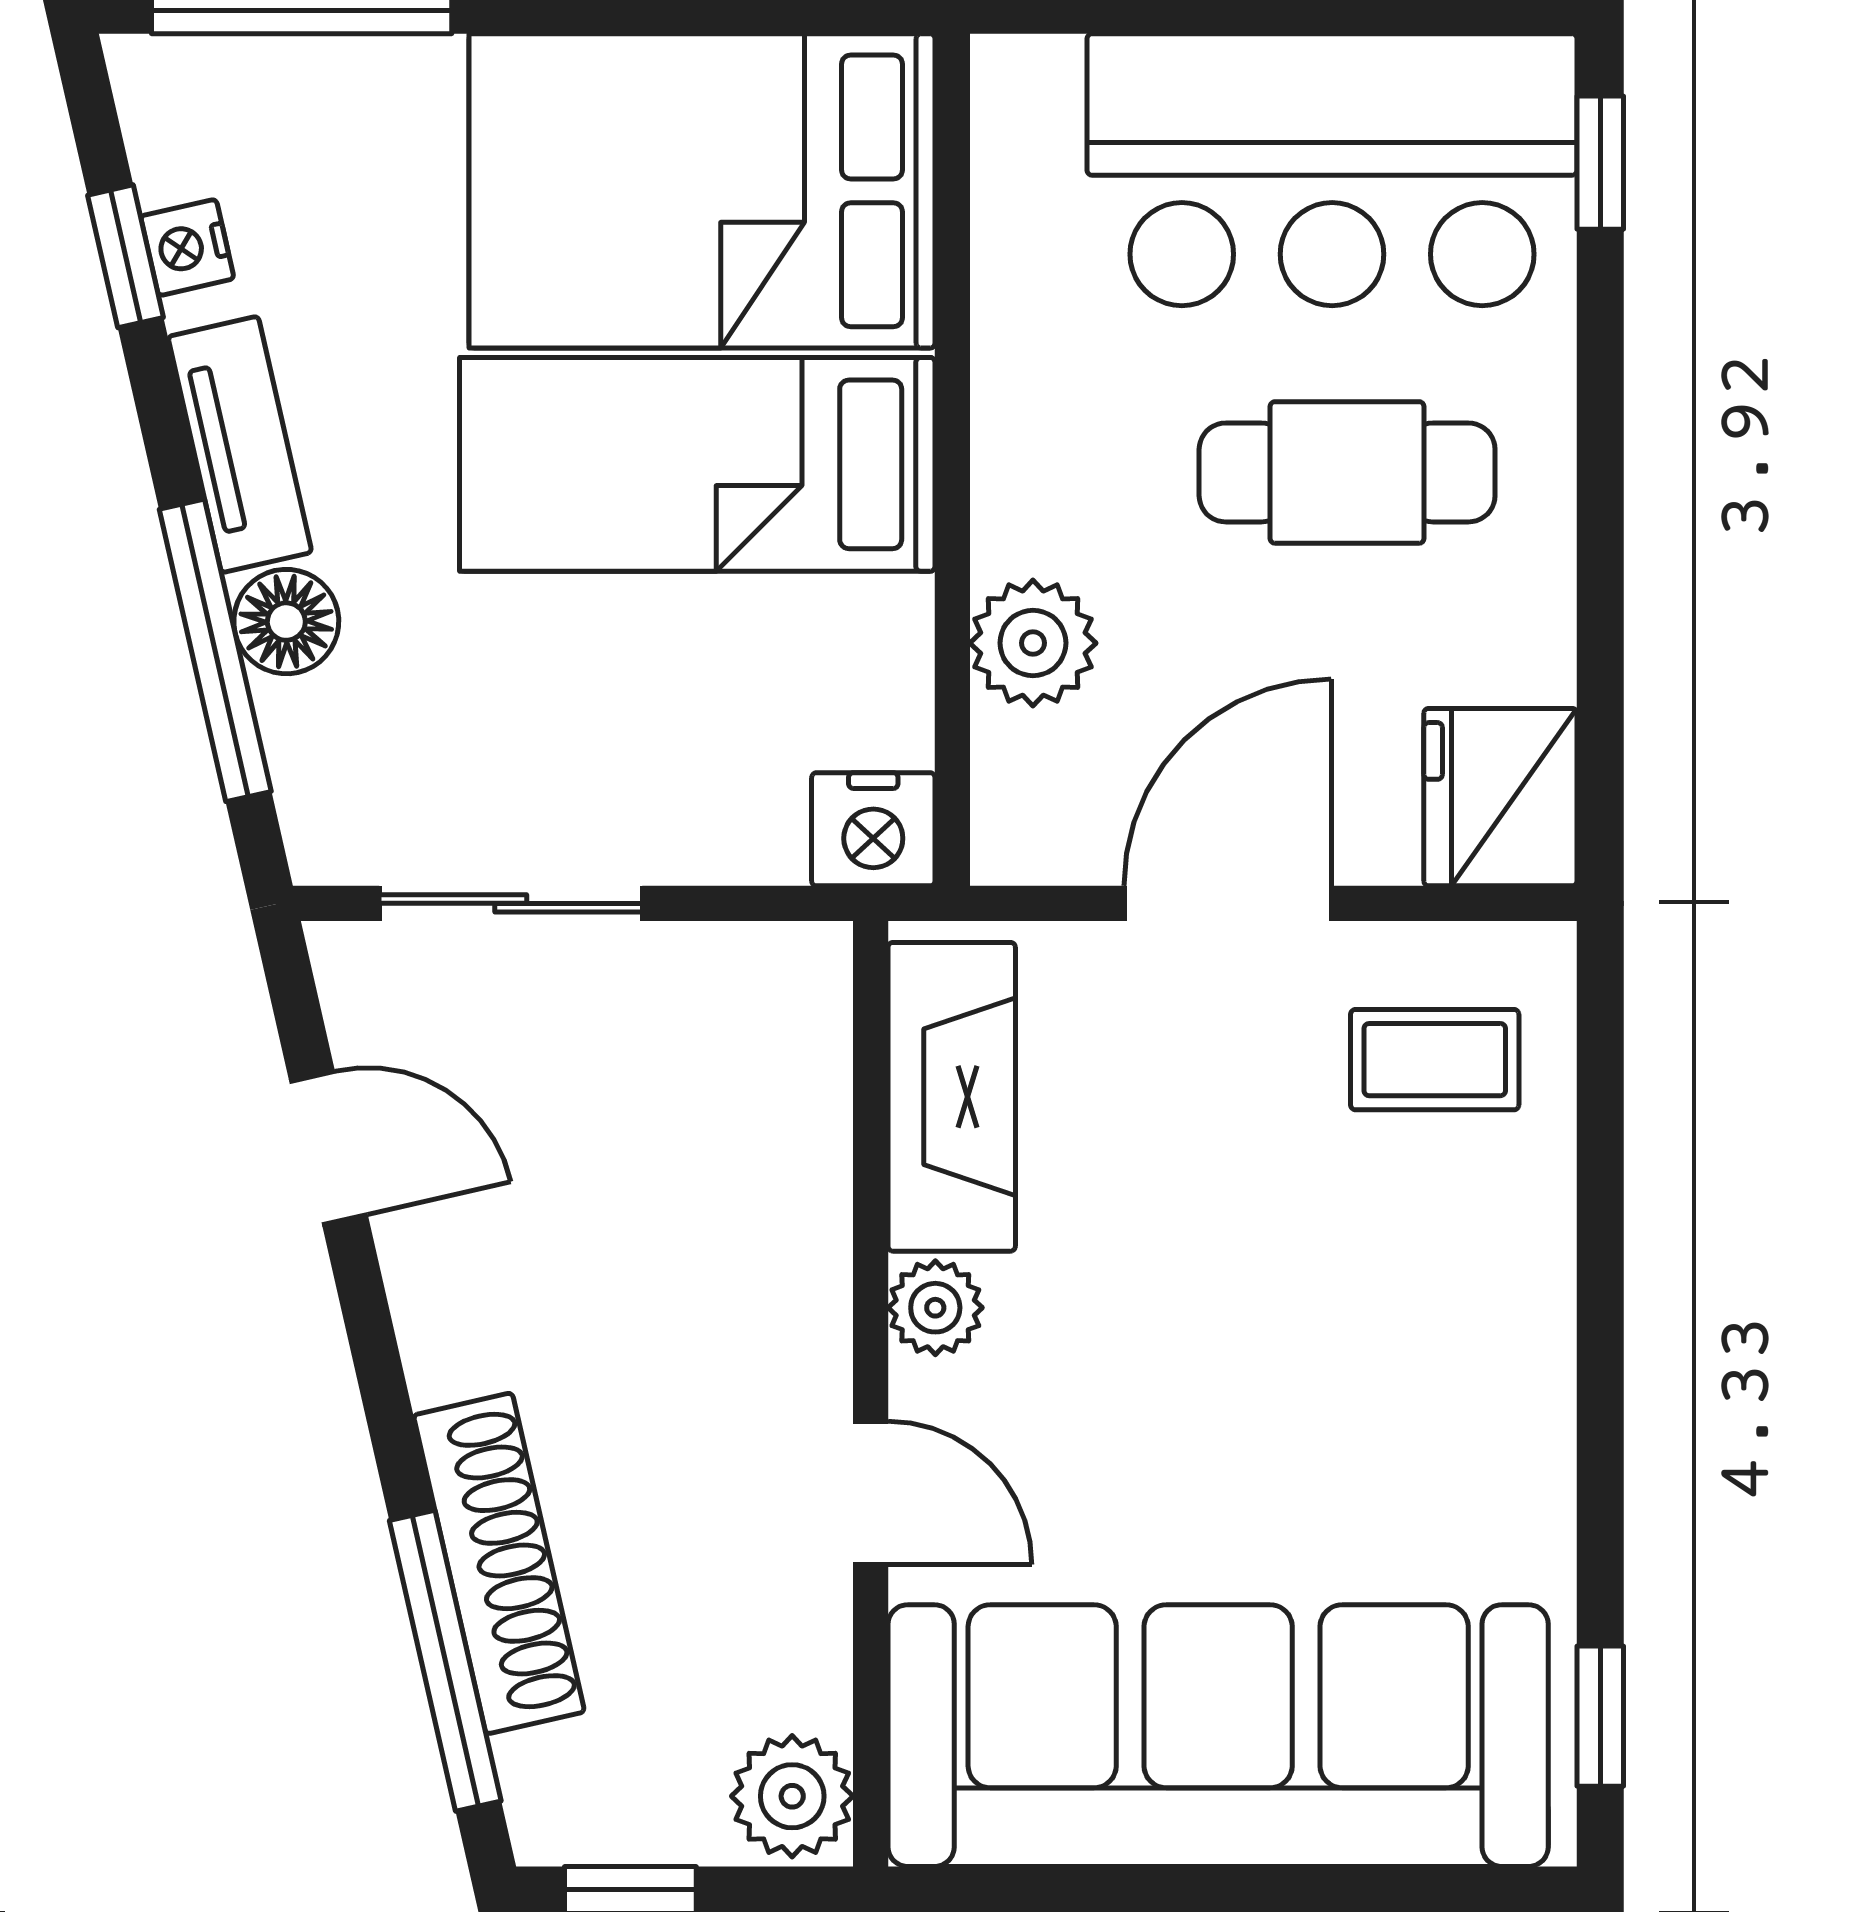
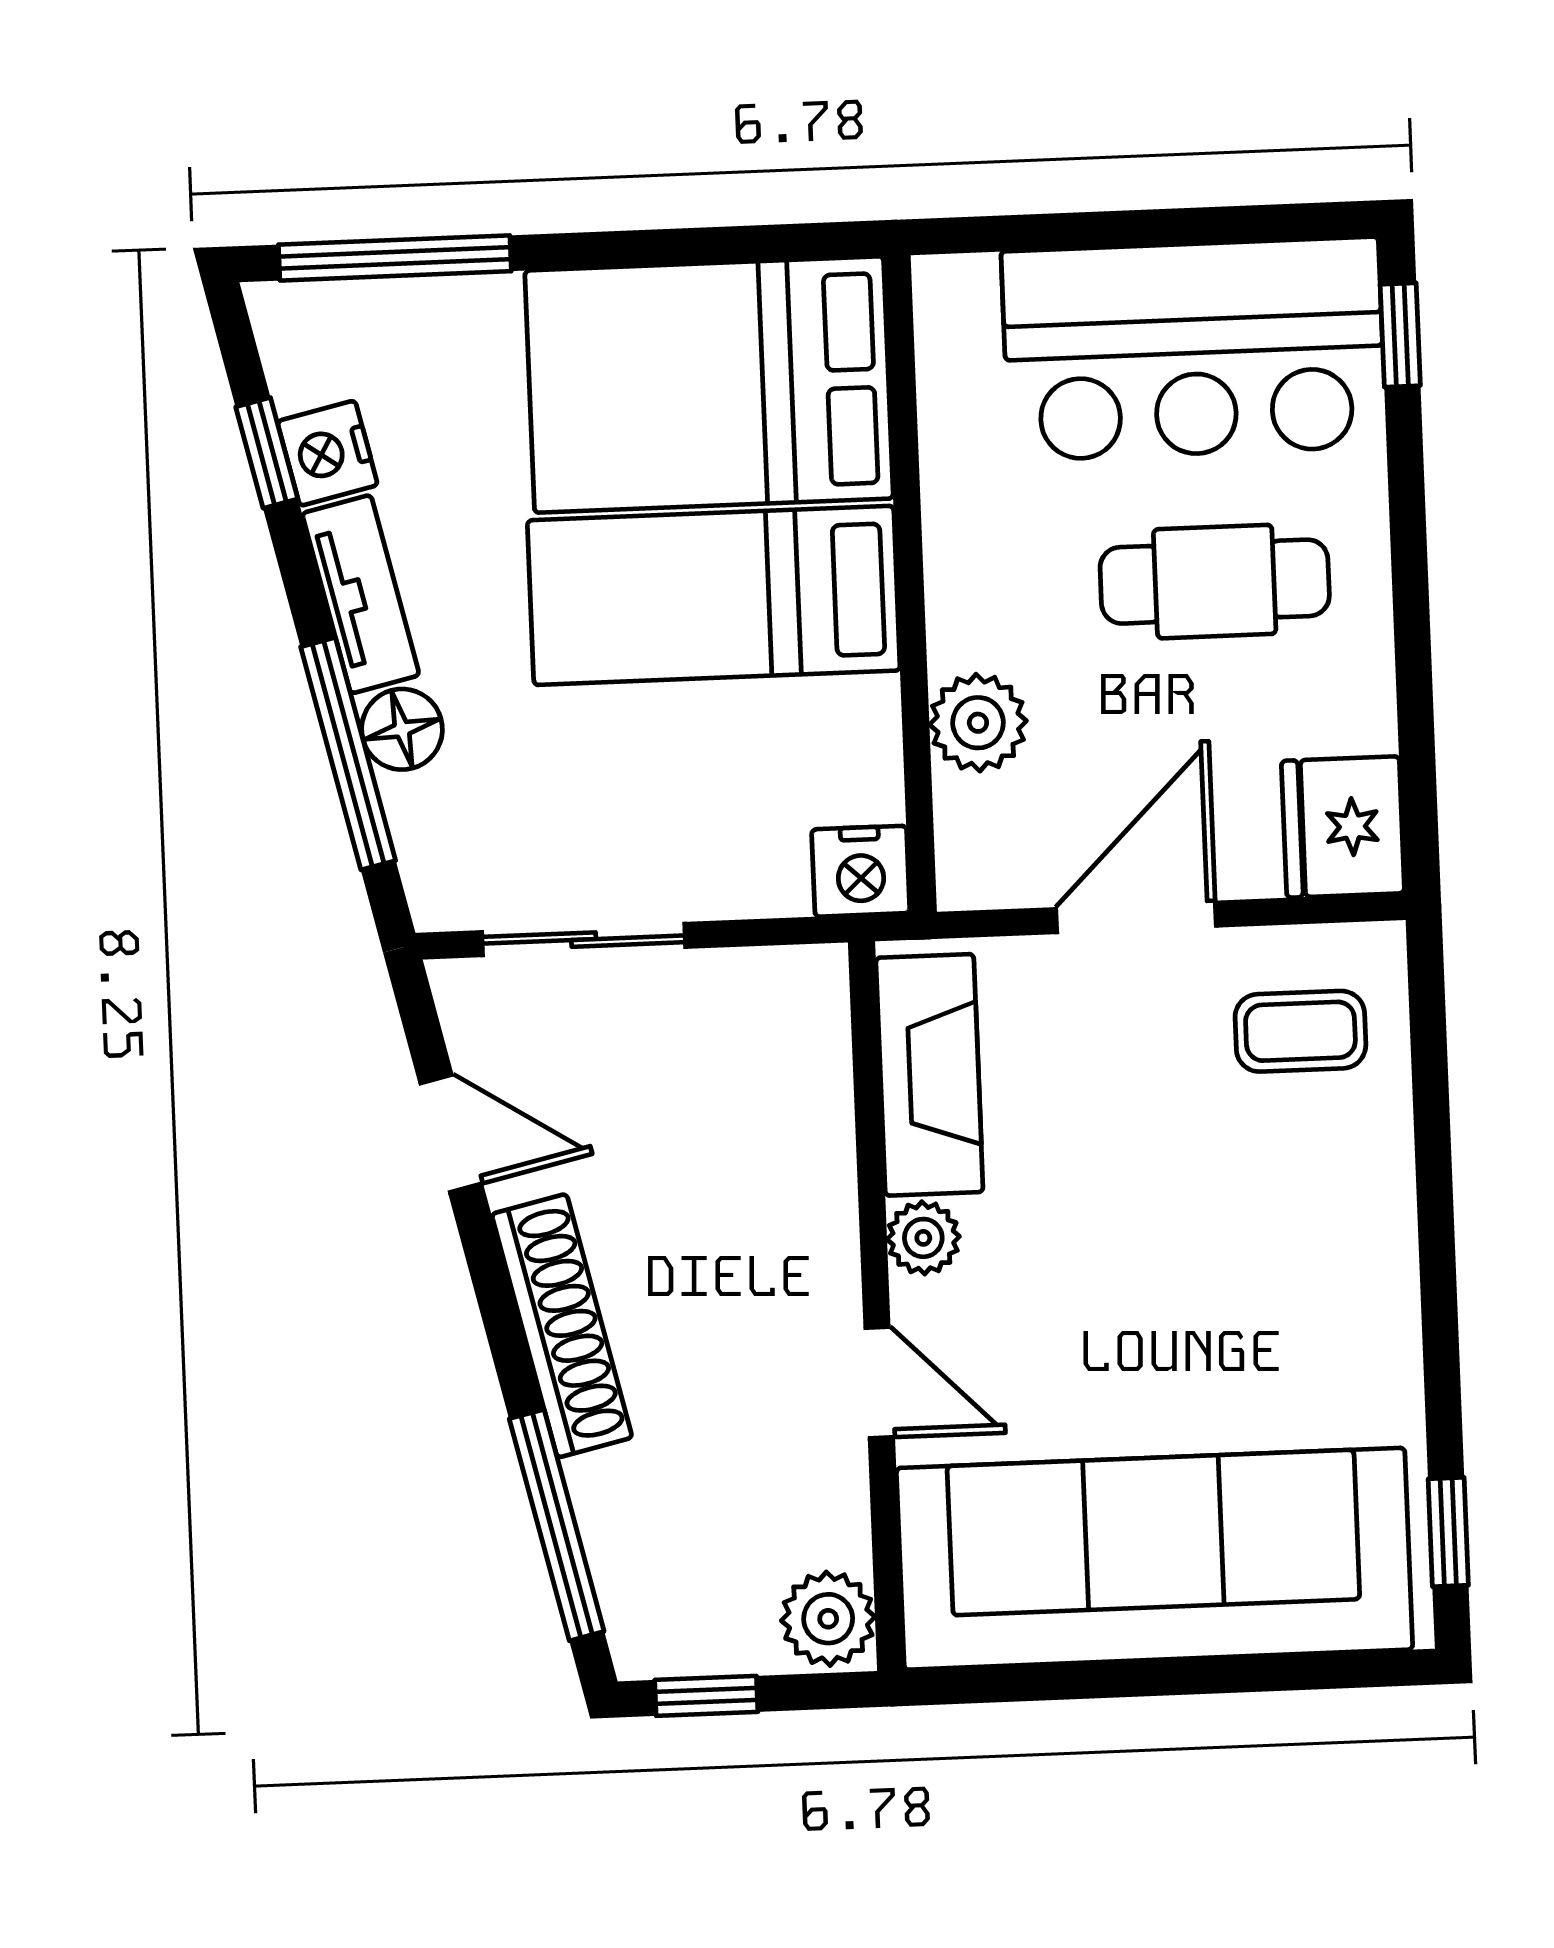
nightstand: (187, 247) -> (327, 453), width x1.39, depth x1.35
shoe rack: (499, 1563) -> (562, 1326), moved

